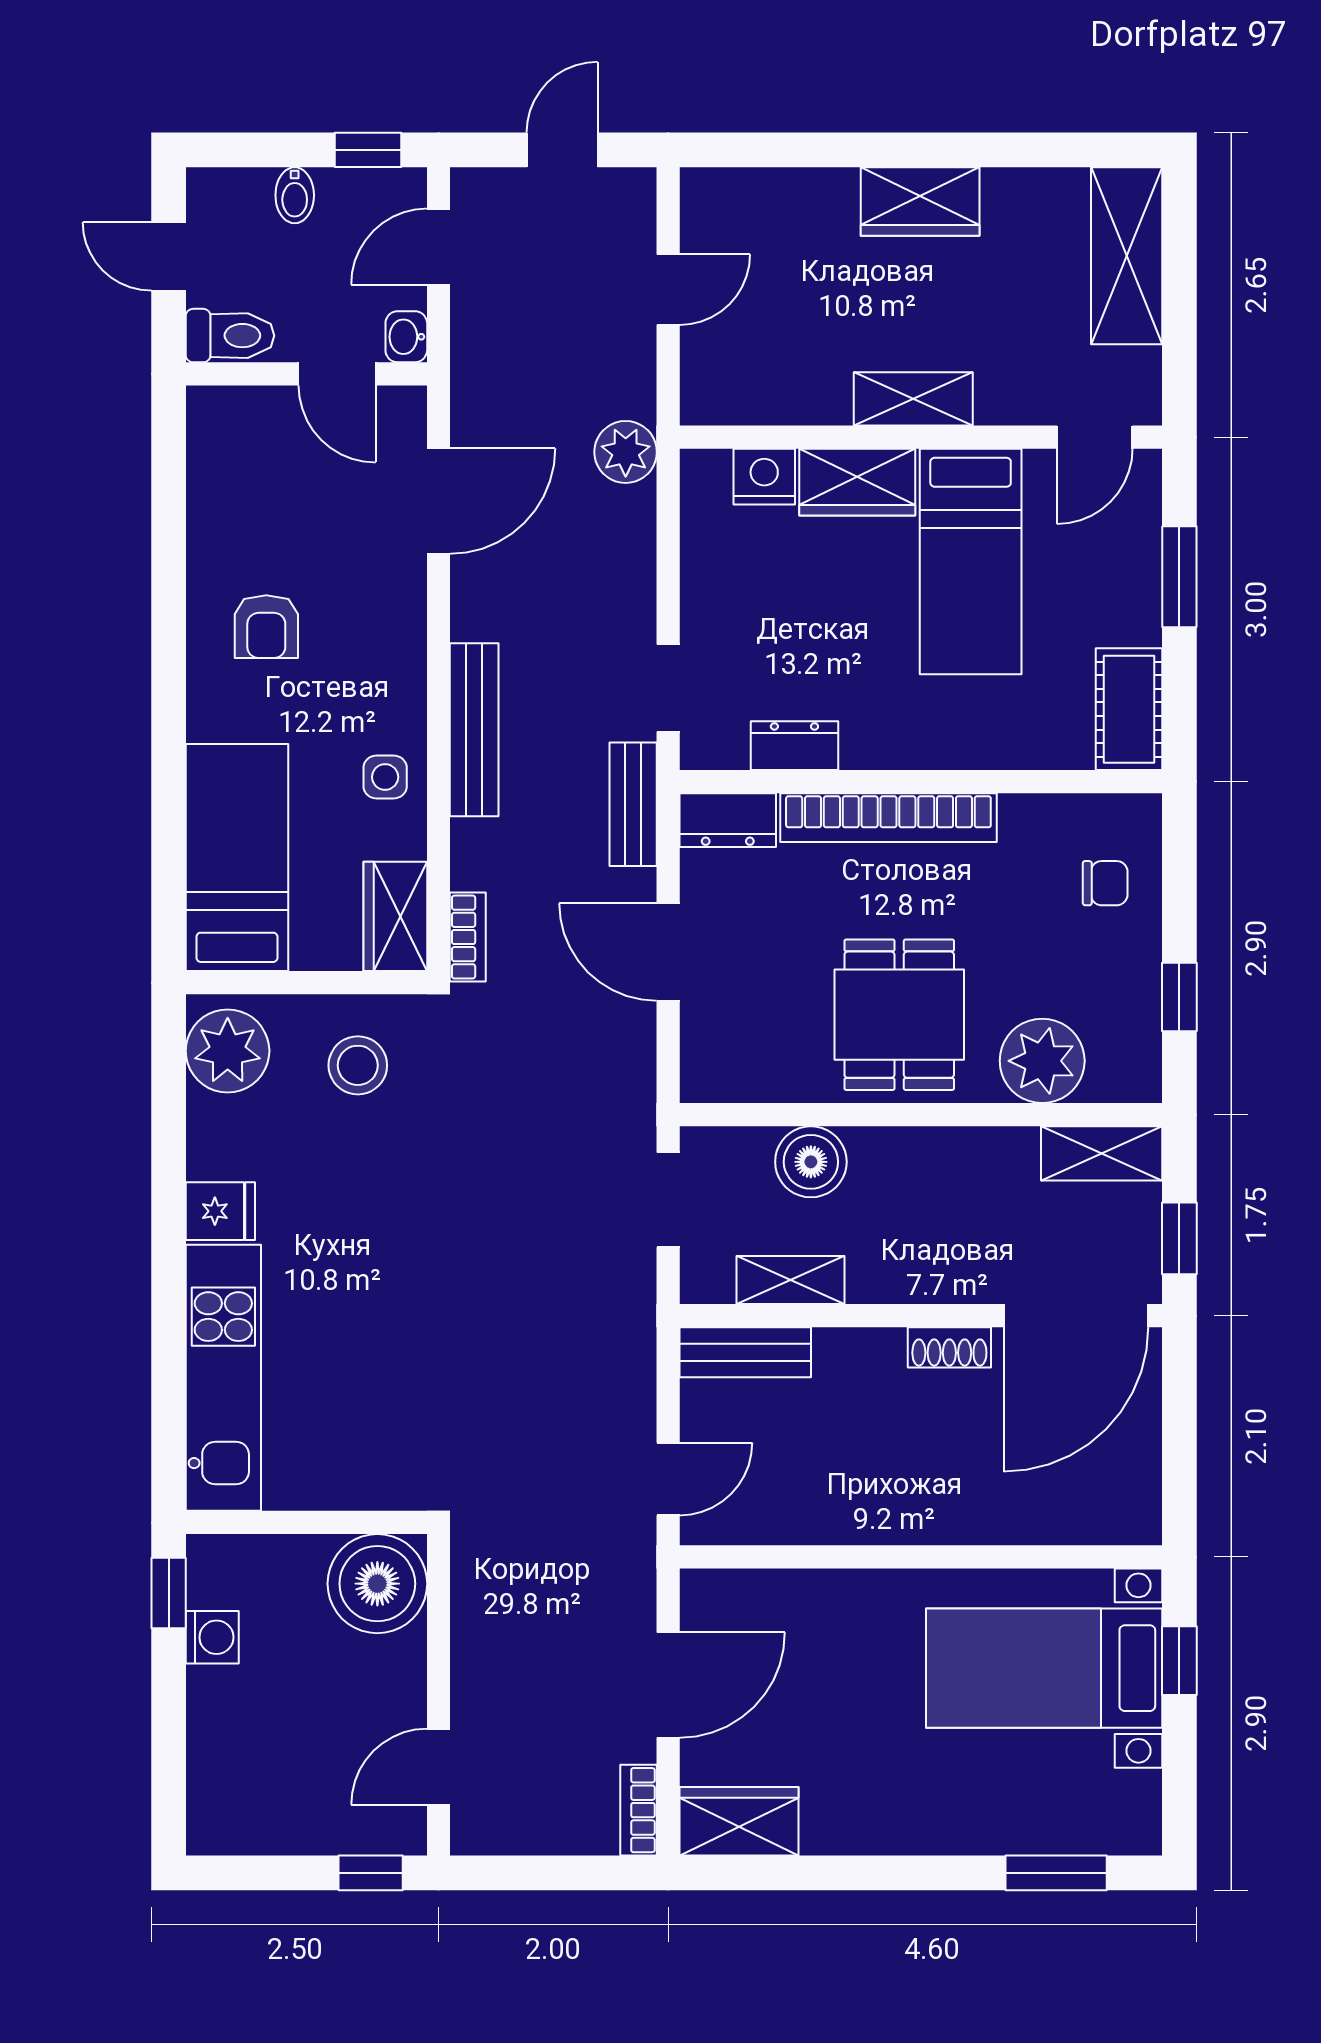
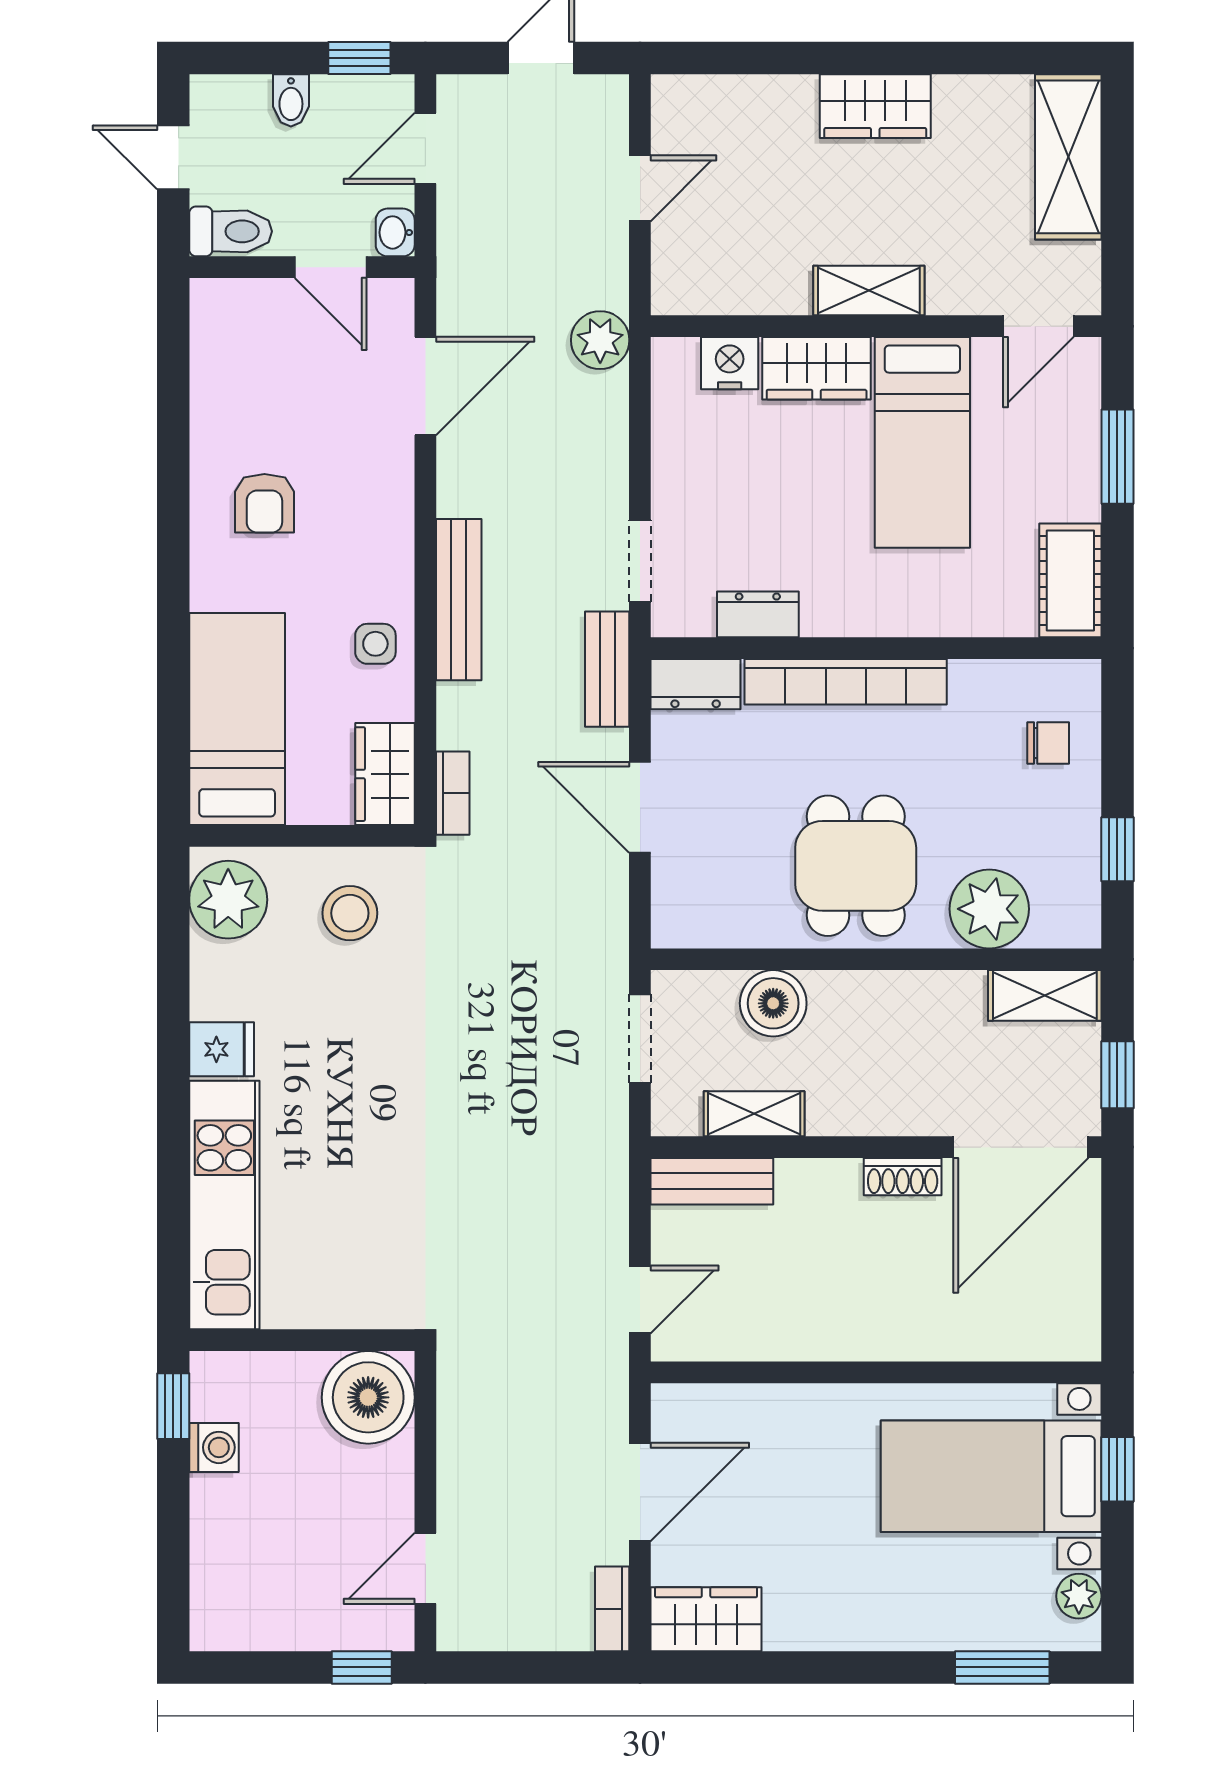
plant: (1138, 1796) -> (1079, 1596), added

